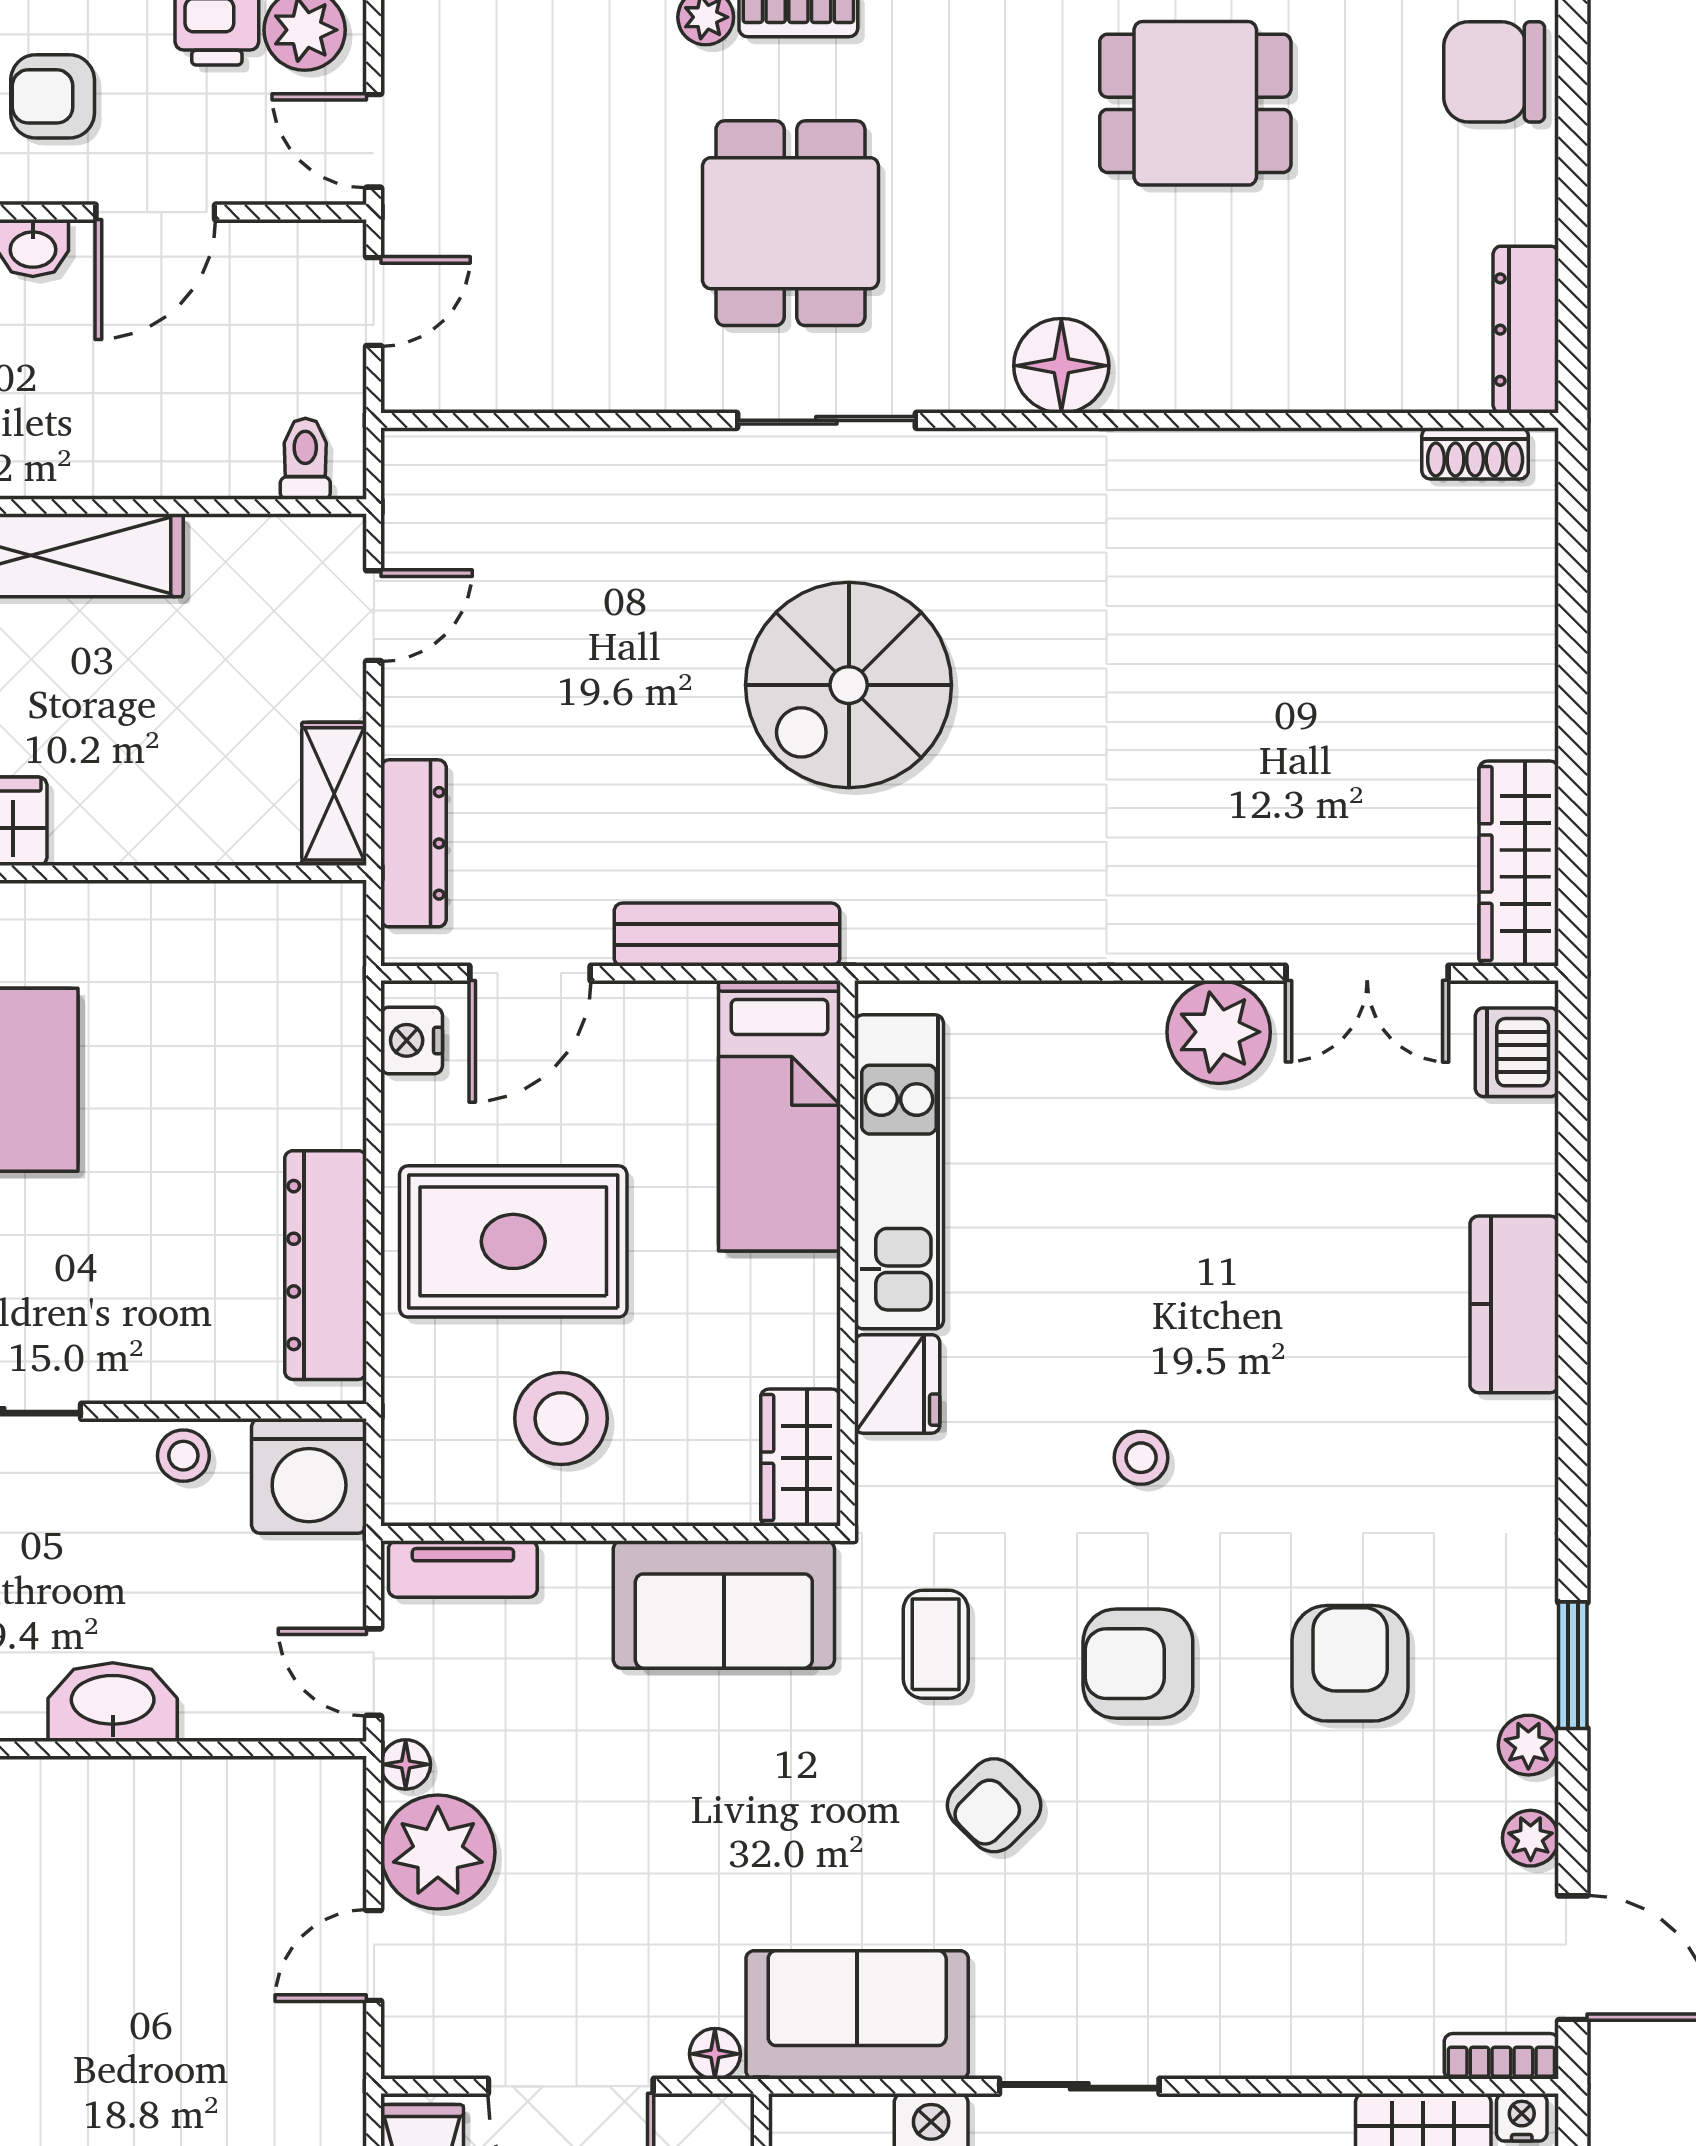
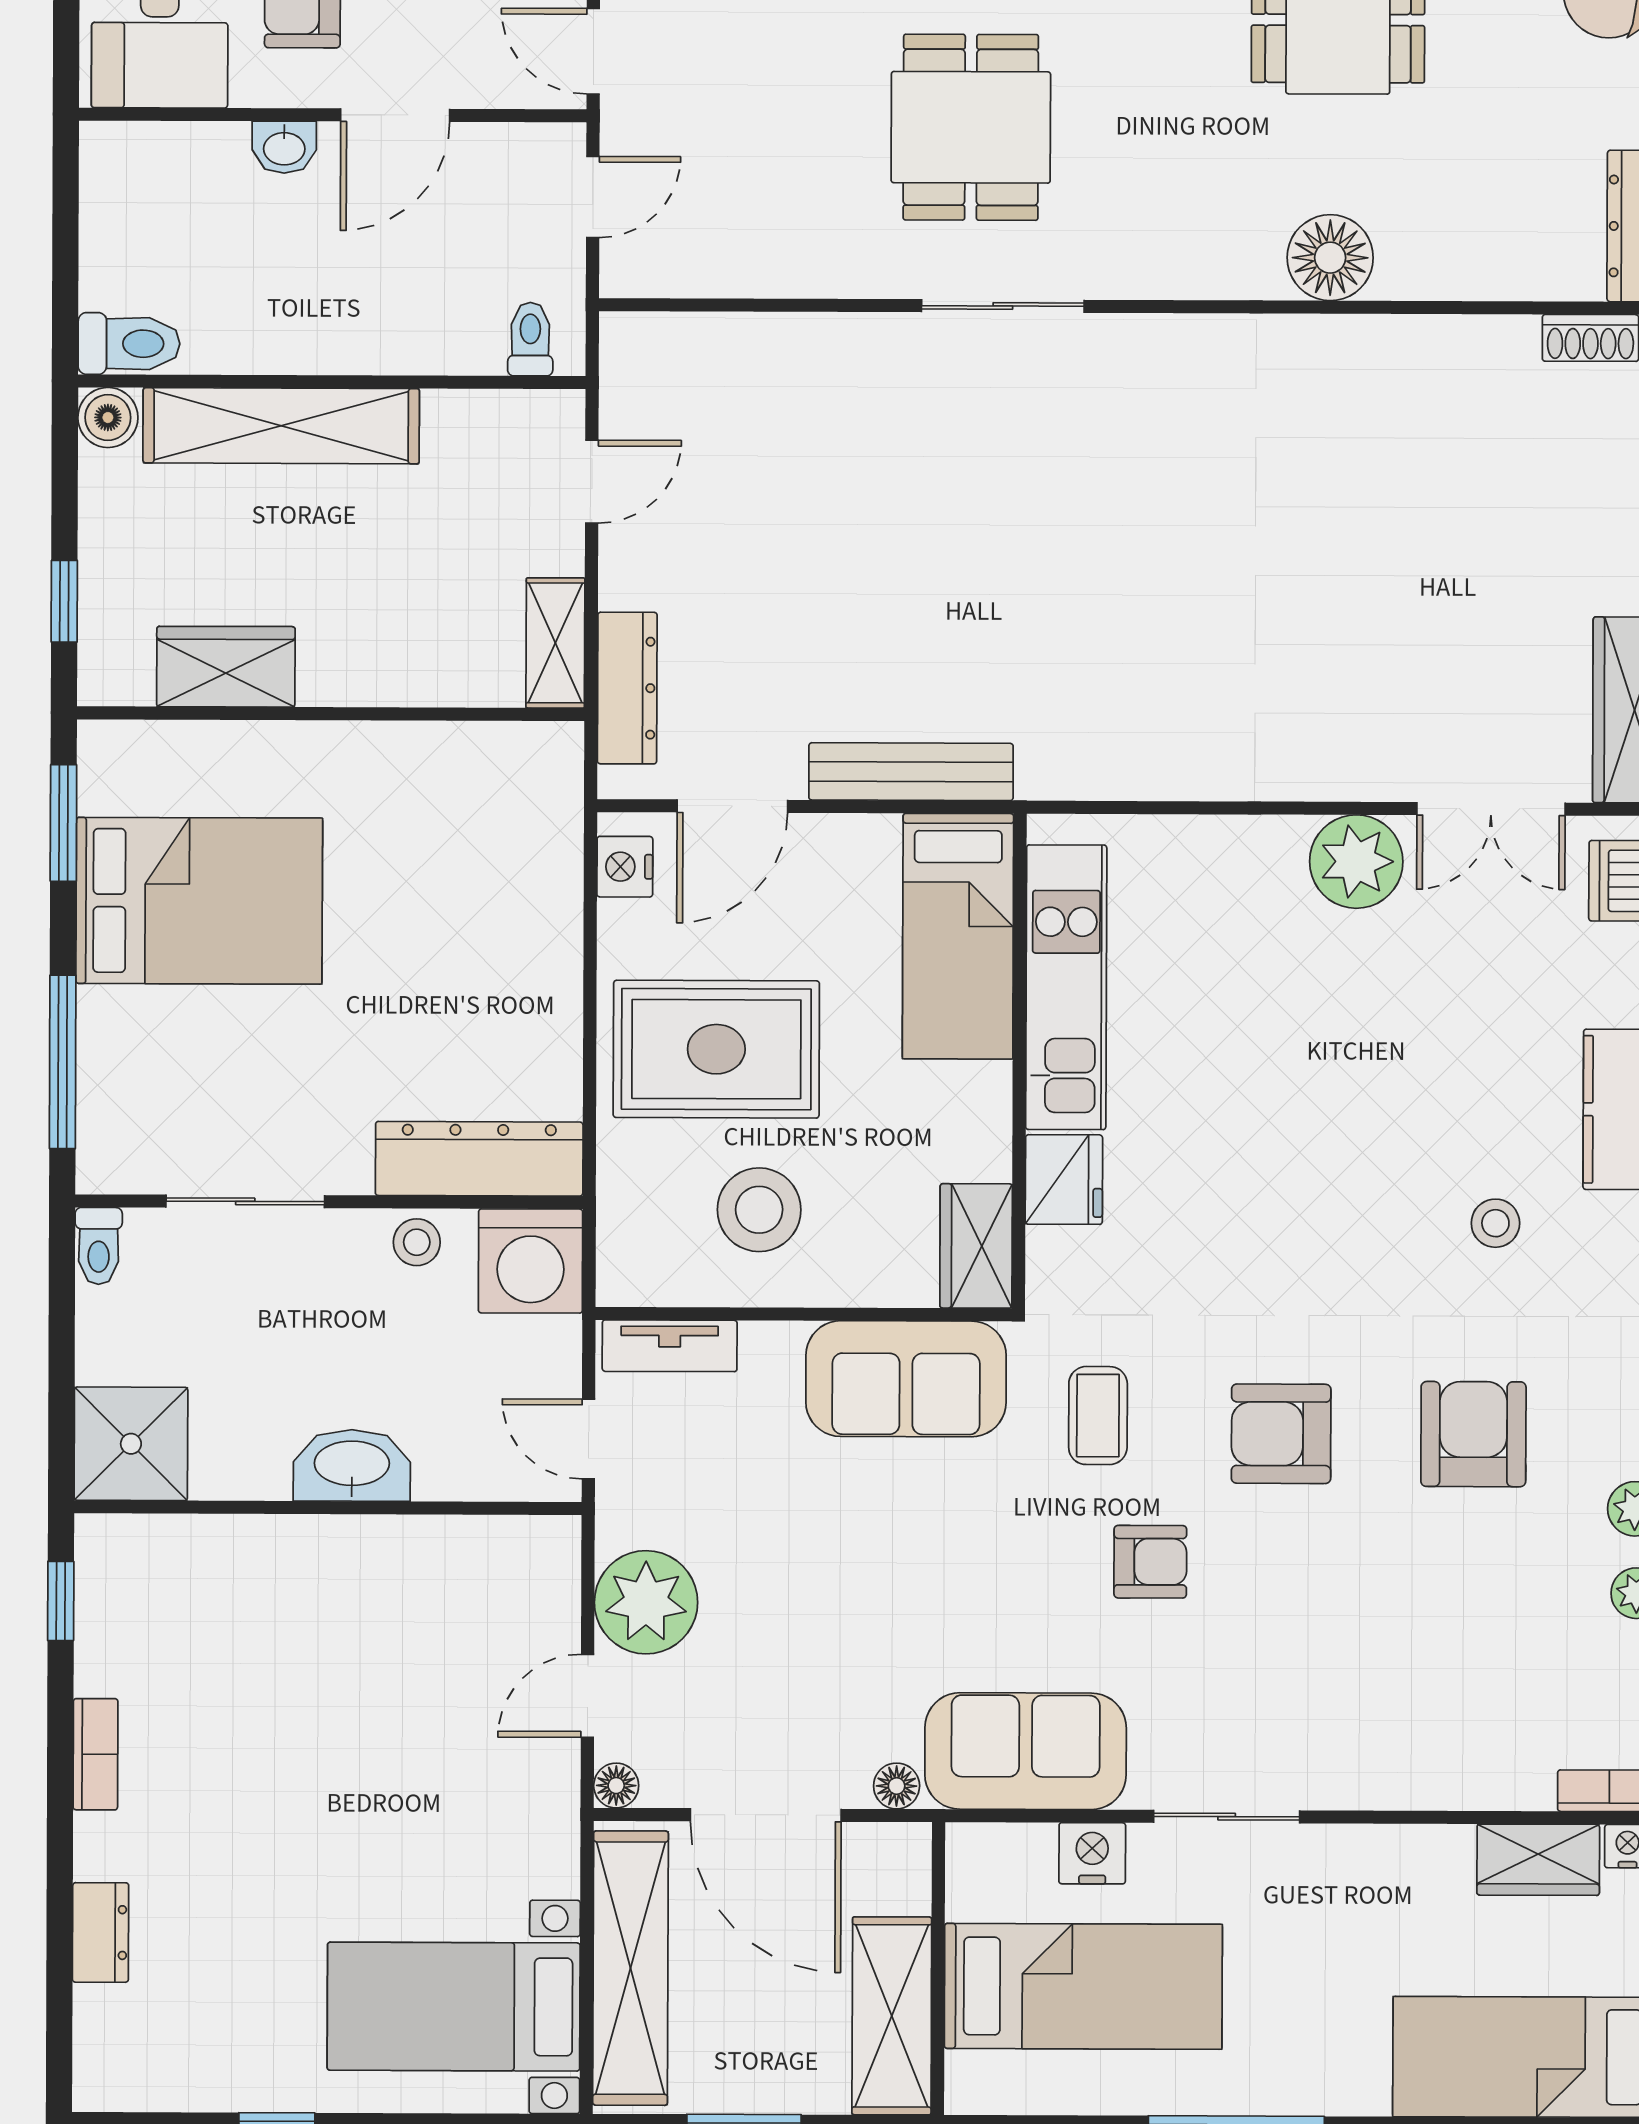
floor lamp: (1061, 366) -> (1330, 258), moved
spiral stairs: (849, 685) -> (1022, 546), removed
dresser: (326, 1265) -> (479, 1159), moved, turned 90
stool: (1141, 1458) -> (1495, 1223), moved
floor lamp: (406, 1764) -> (616, 1786), moved
armchair: (994, 1805) -> (1150, 1562), turned -135

